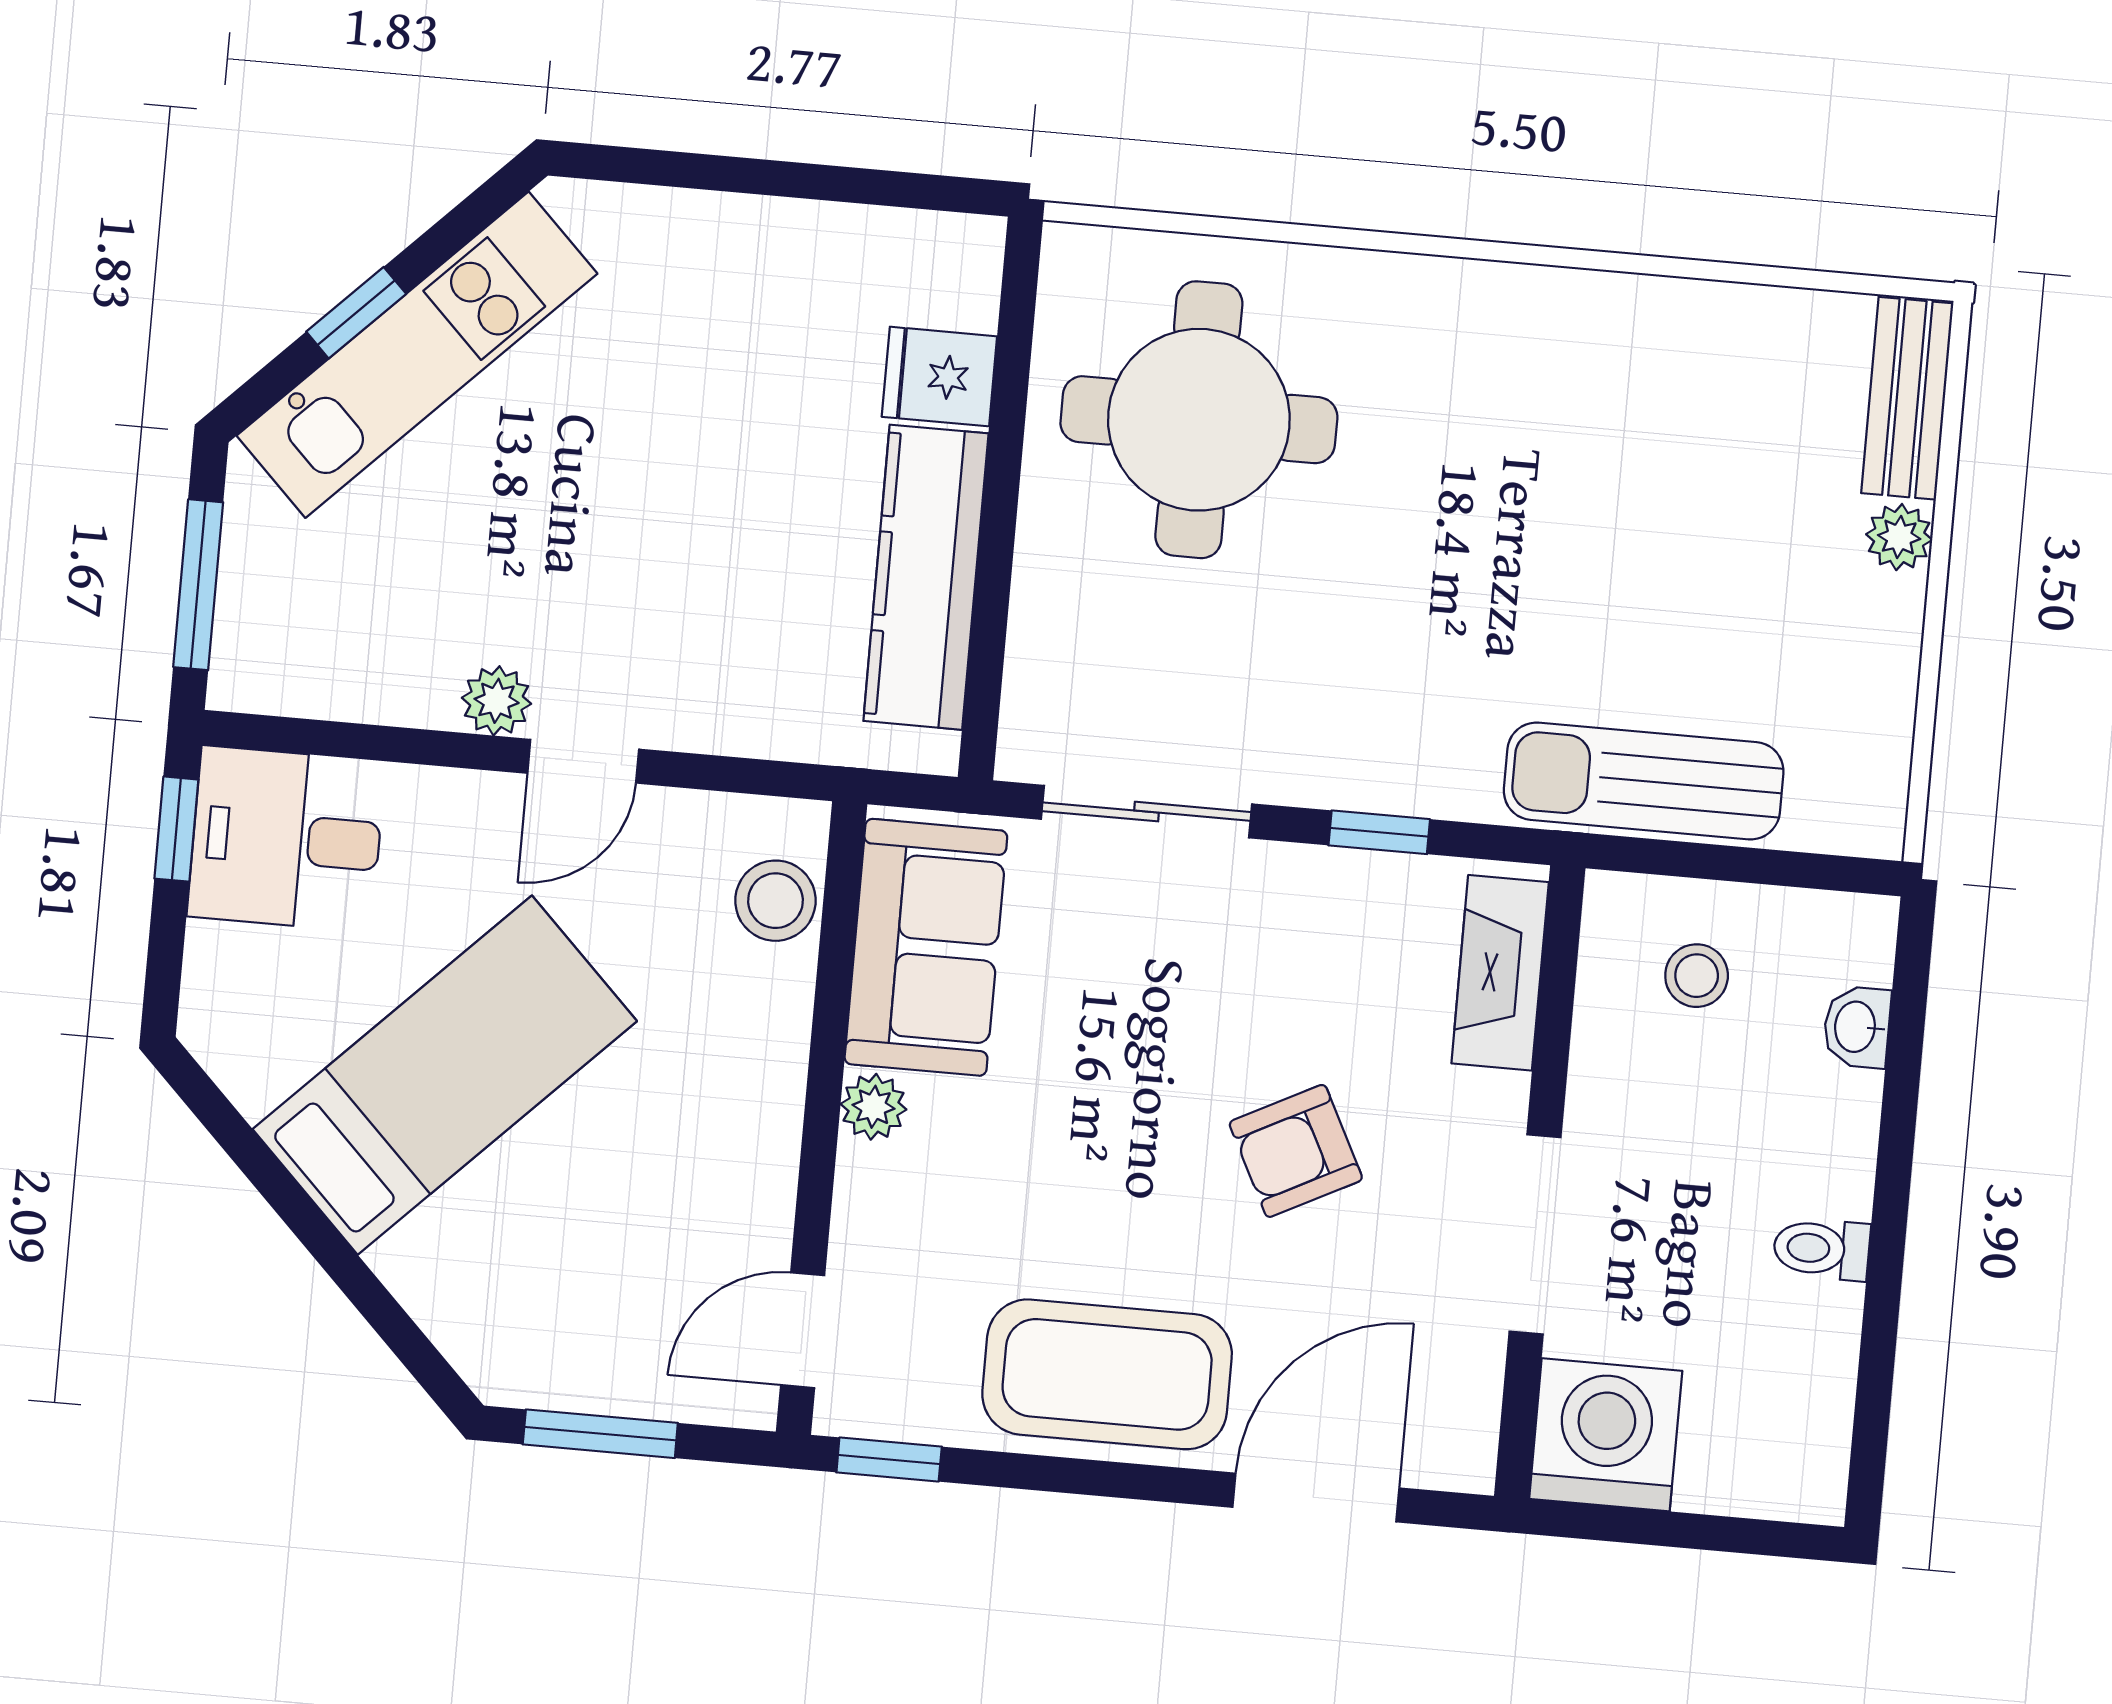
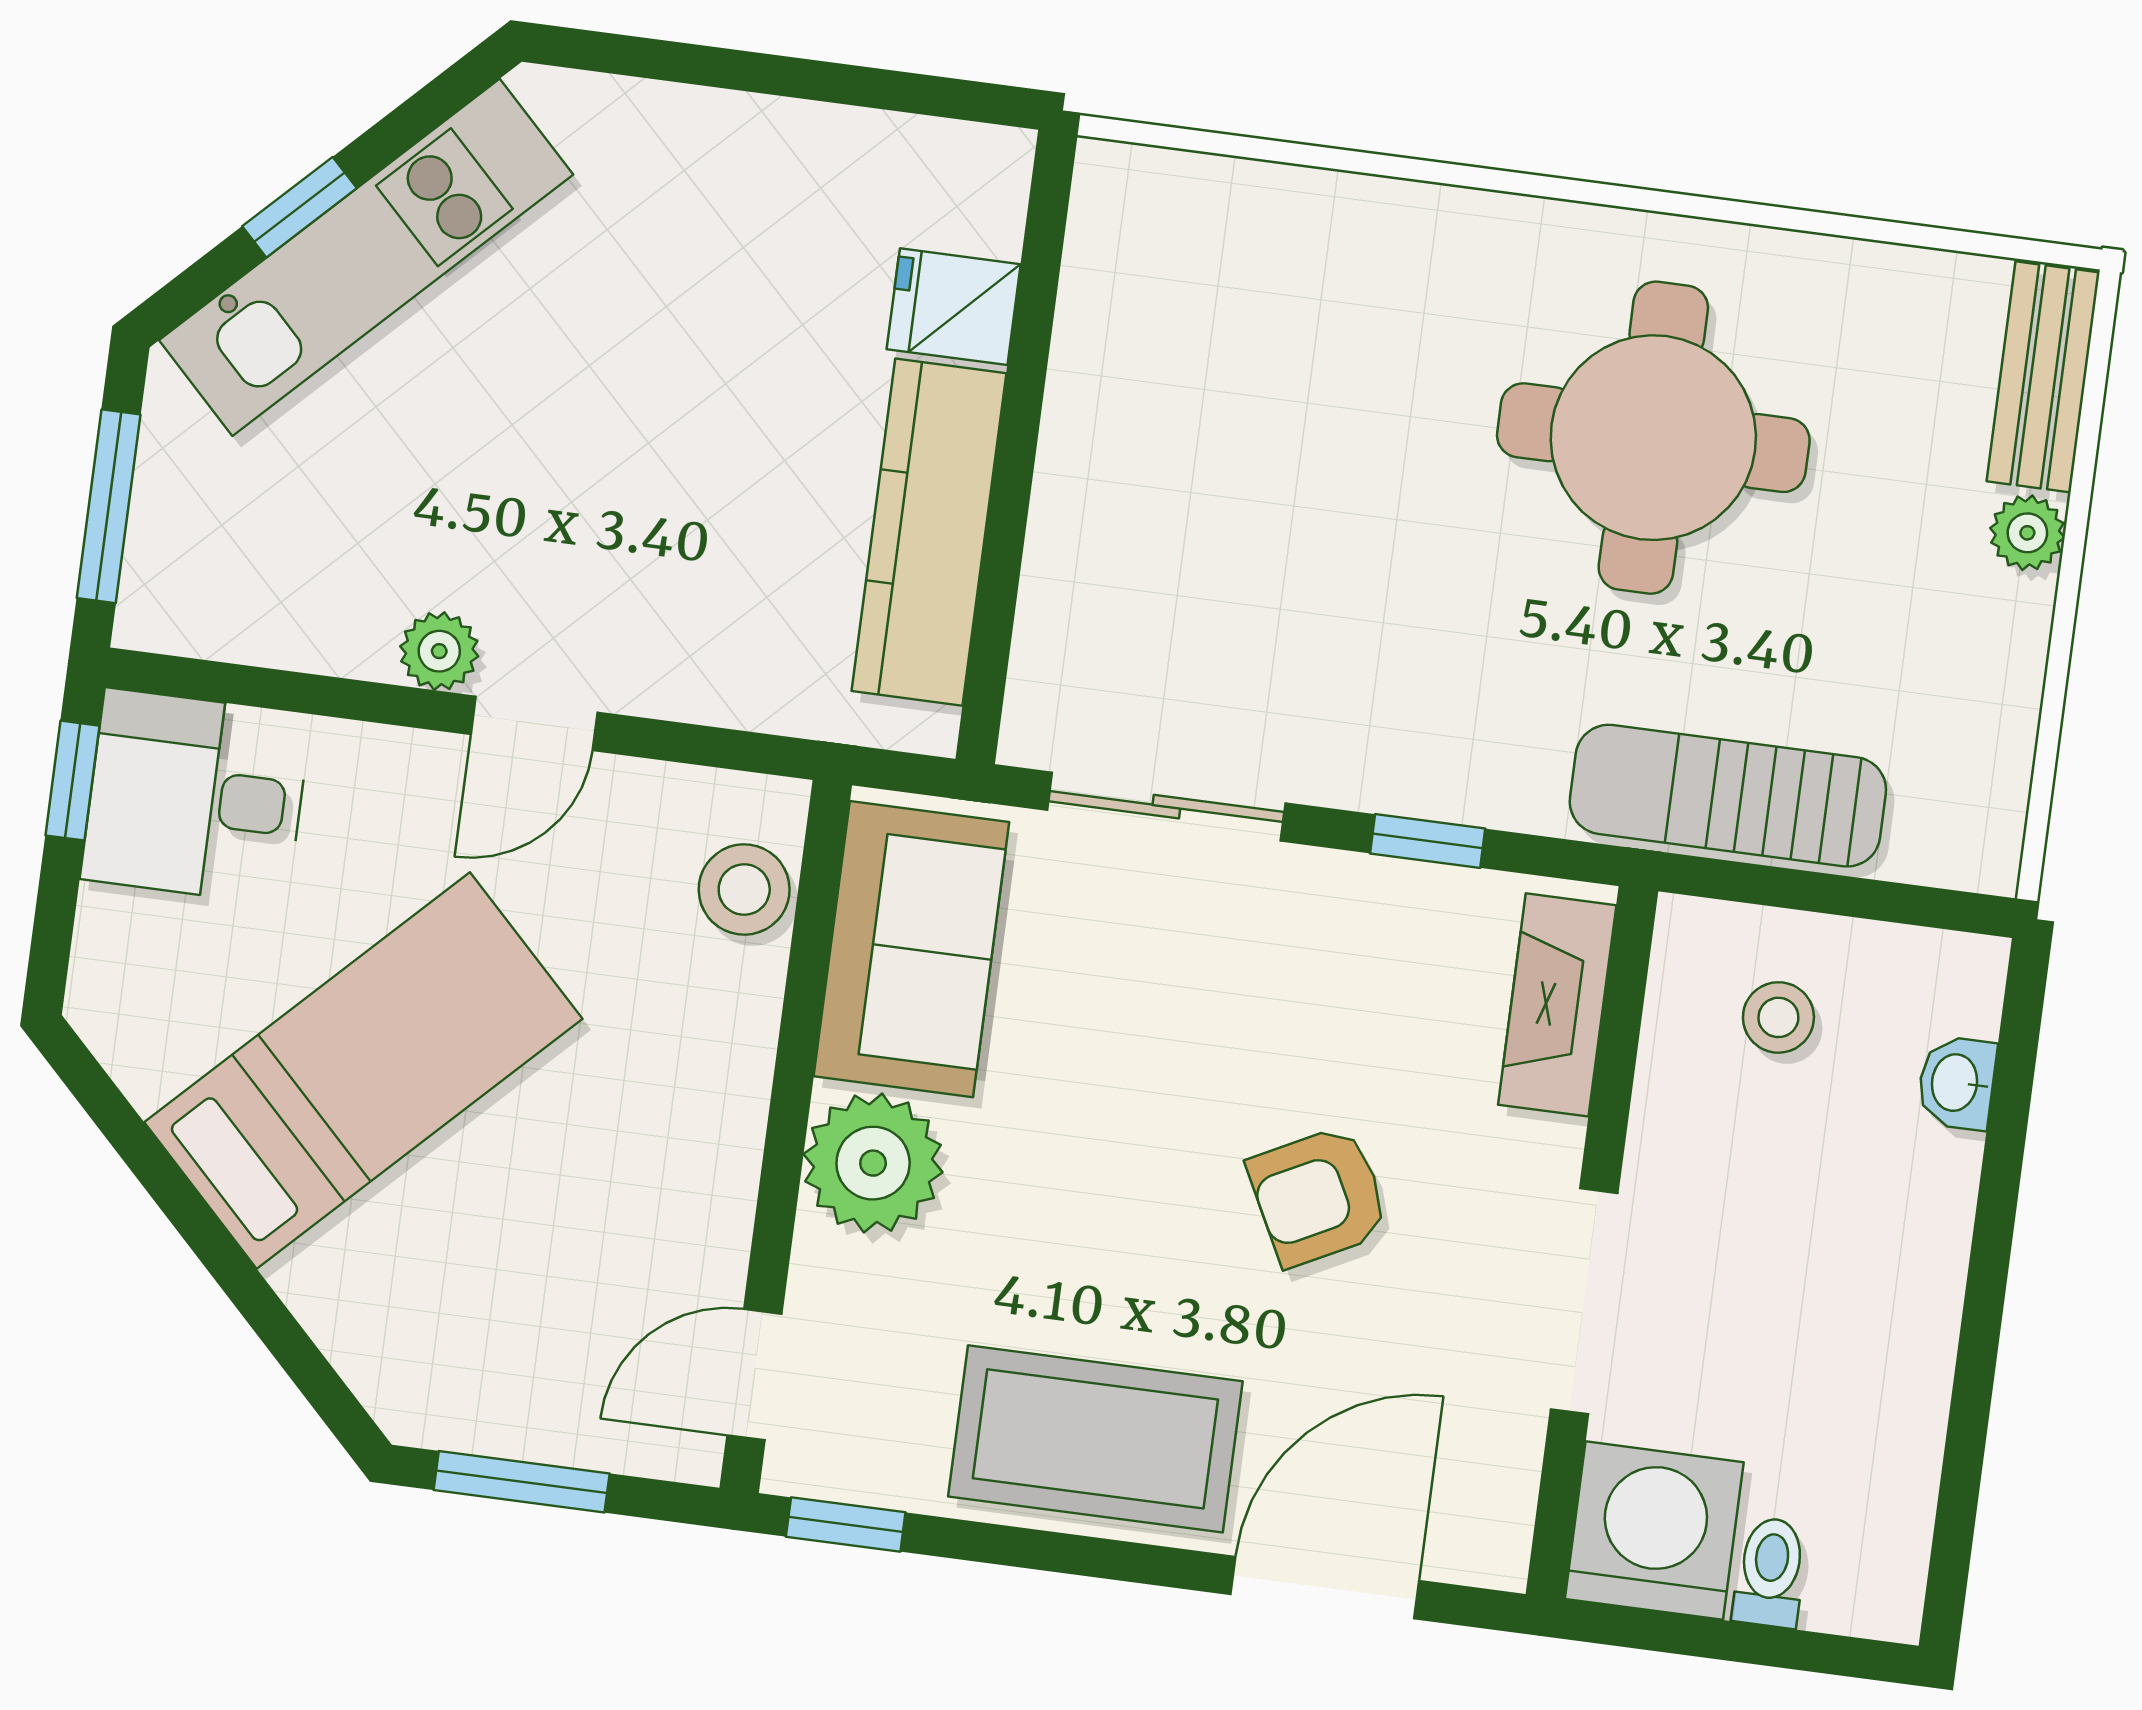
round table: (1199, 420) -> (1653, 438), moved
plant: (873, 1107) -> (873, 1163), width x1.88, depth x1.88
toilet: (1822, 1249) -> (1770, 1572), moved, turned 90

